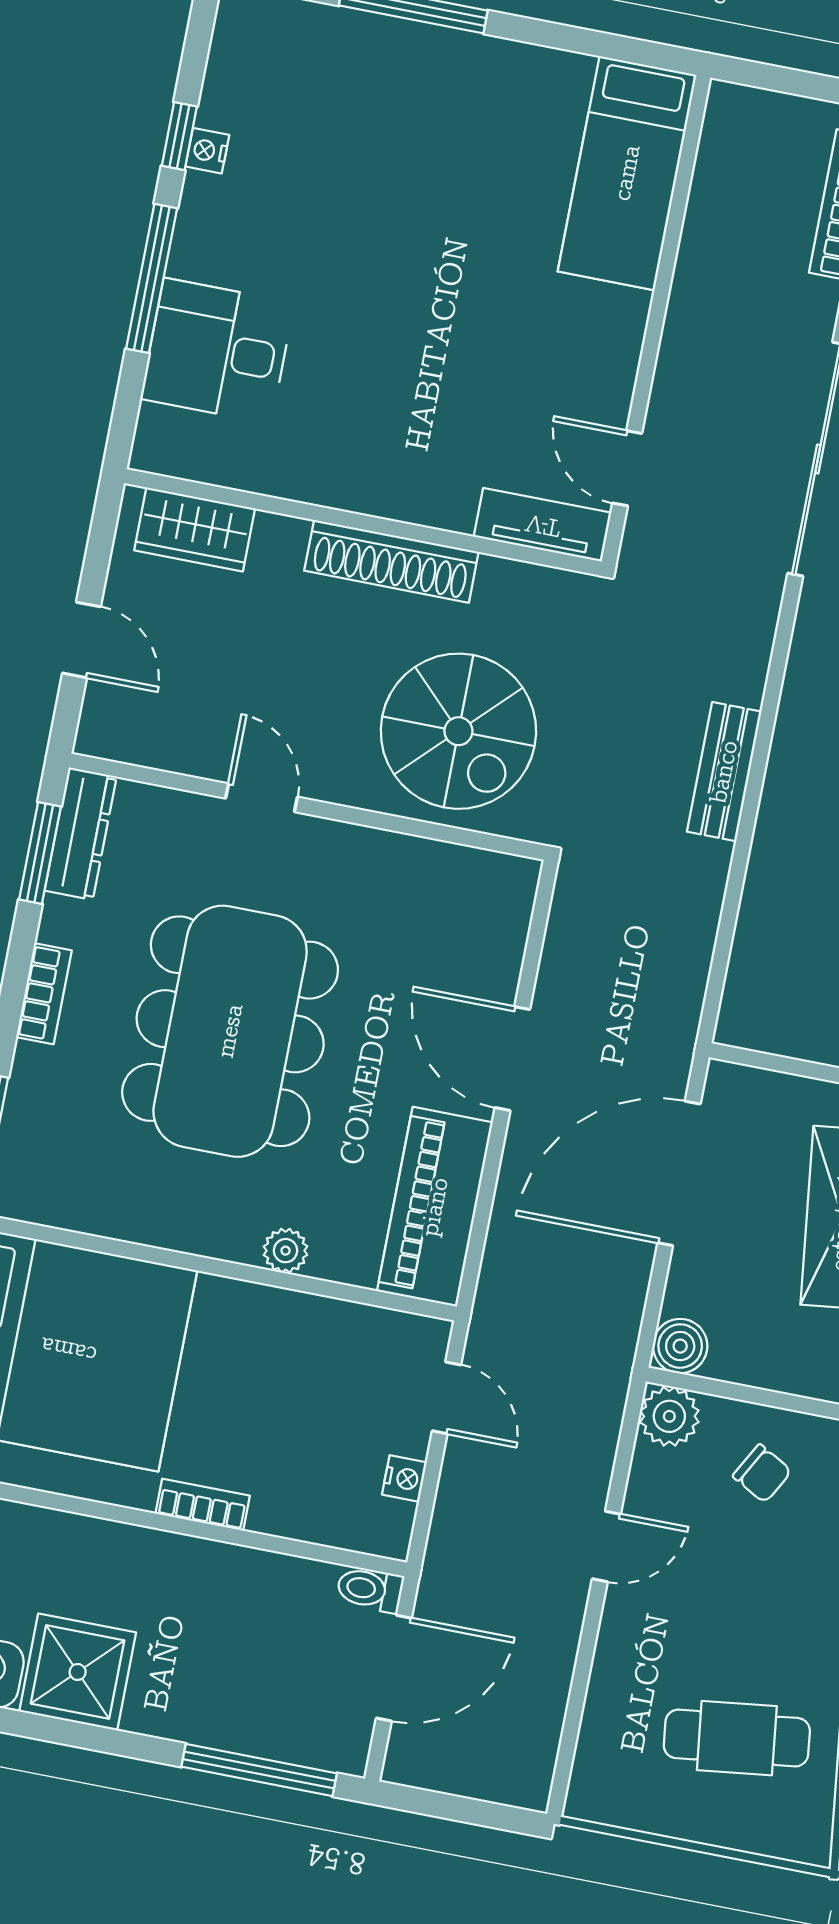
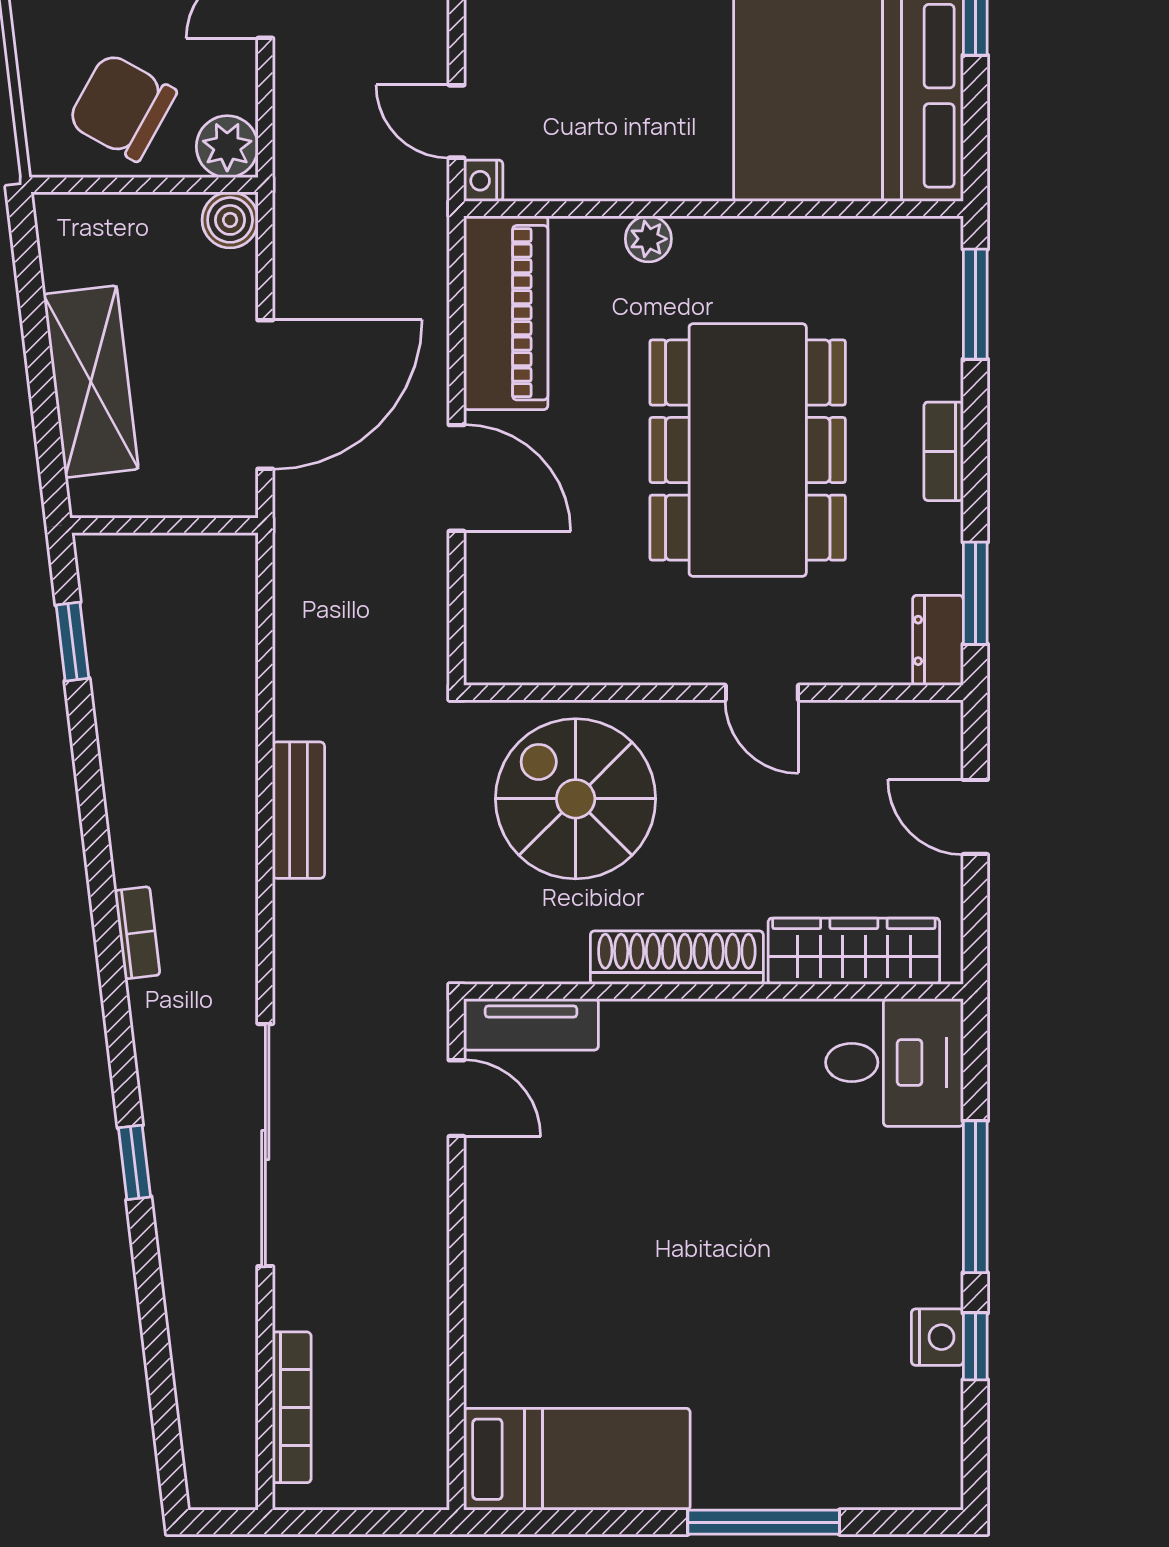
nightstand: (207, 151) -> (937, 1337), width x1.39, depth x1.35
bed: (627, 173) -> (577, 1459), moved, turned 90
desk: (217, 351) -> (894, 1062), moved
wardrobe: (195, 529) -> (854, 951), width x1.50
dresser: (81, 834) -> (938, 640), width x0.70
chair: (762, 1474) -> (122, 107), width x1.87, depth x1.87
nightstand: (404, 1478) -> (483, 181), moved

